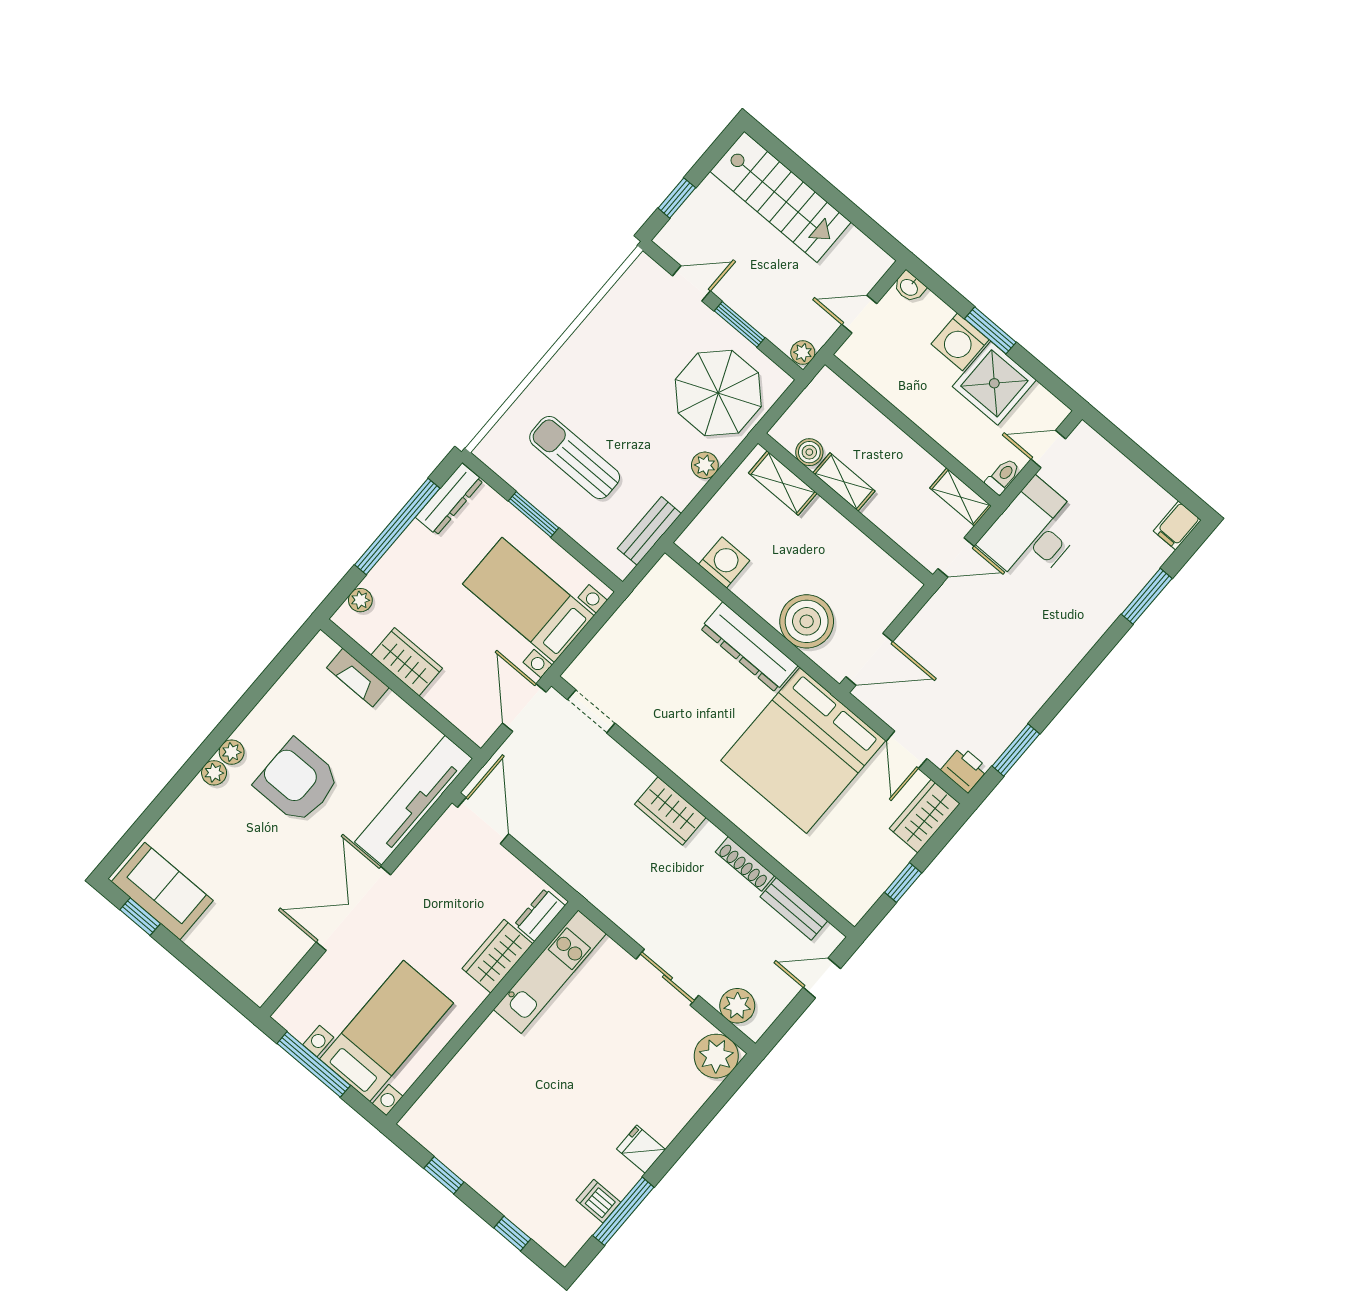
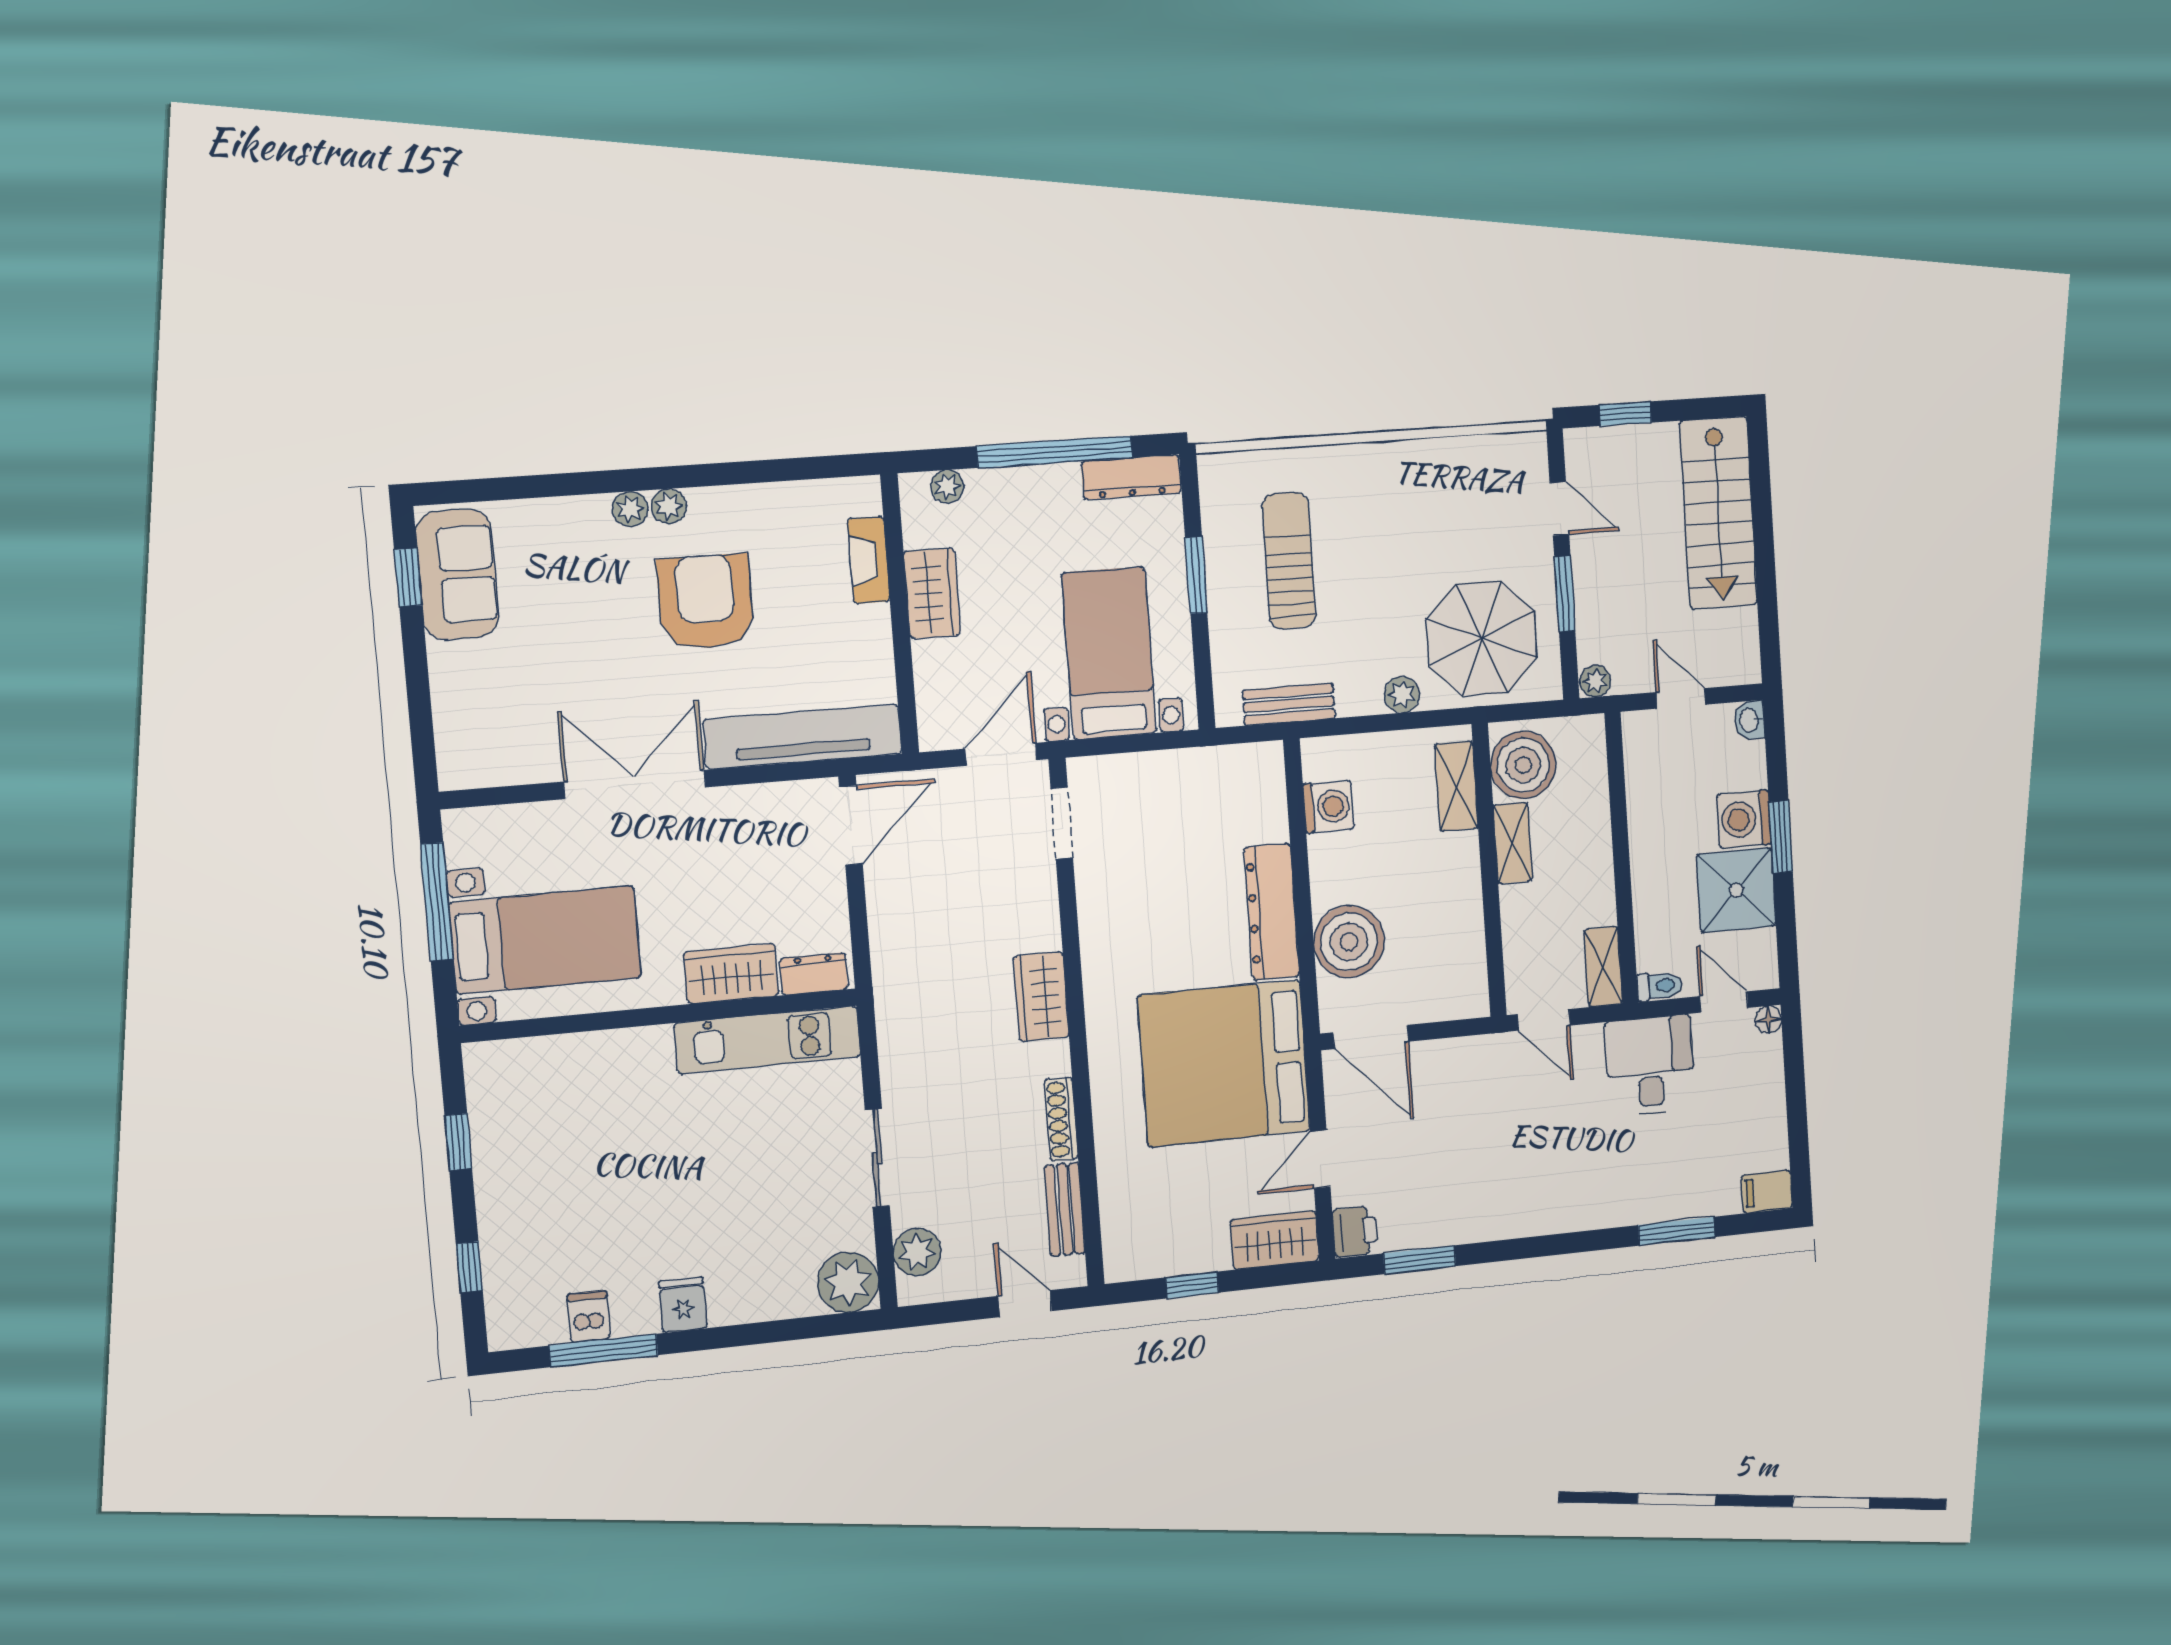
floor lamp: (1083, 434) -> (1768, 1020), added
boiler: (809, 452) -> (1523, 765), width x1.86, depth x1.86
desk: (1033, 533) -> (1650, 1066), width x0.73

